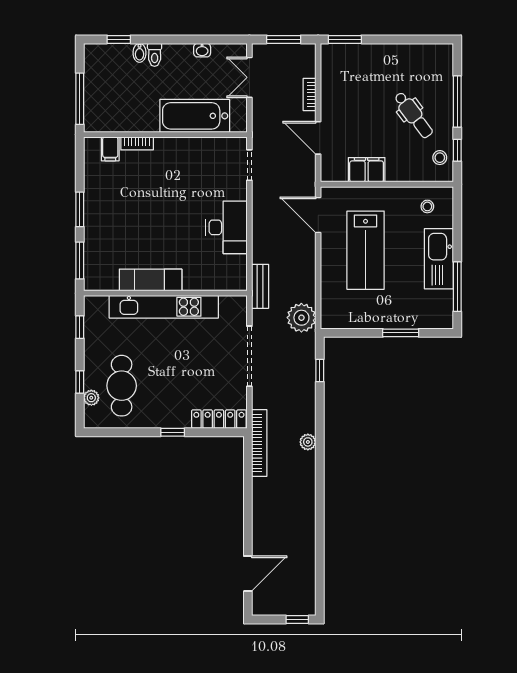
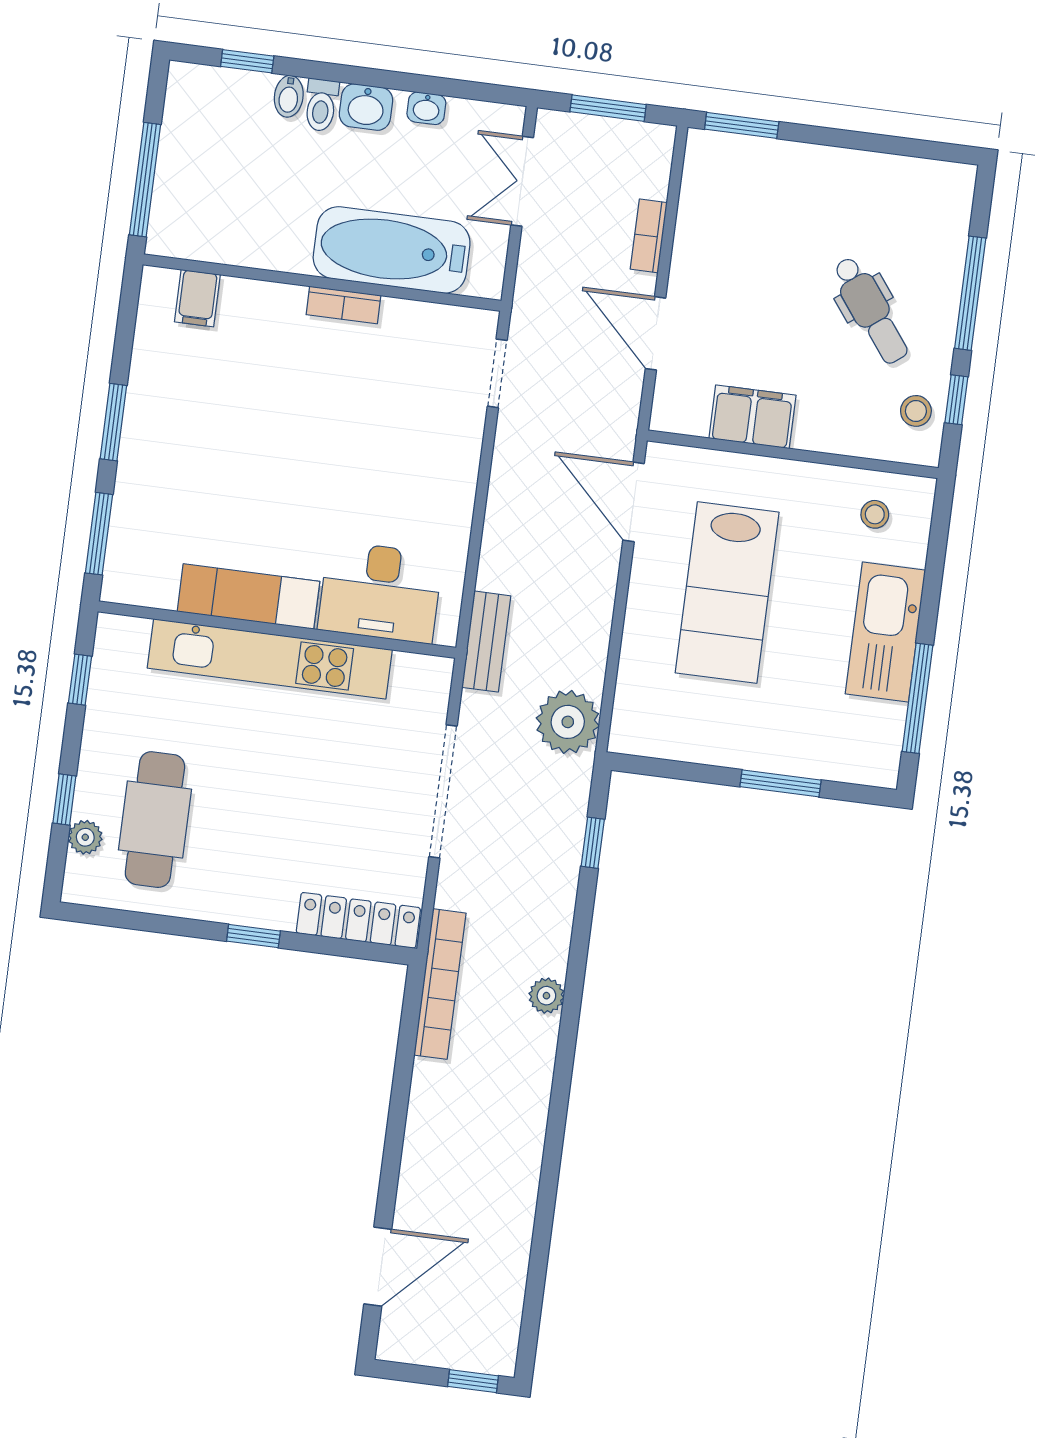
washbasin: (175, 53) -> (366, 107), added
bookcase: (137, 143) -> (343, 305), moved
desk: (226, 227) -> (380, 592), moved, turned 90

